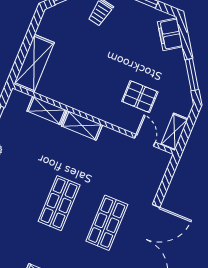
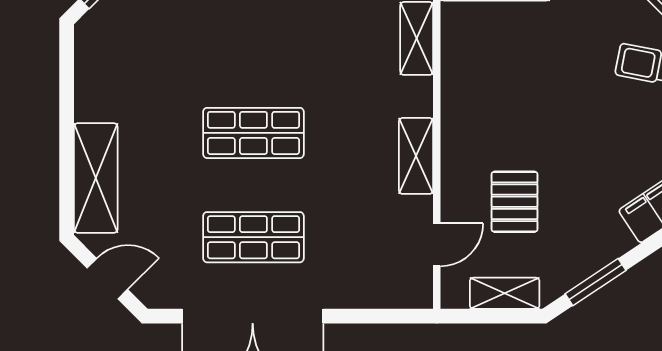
shelving: (82, 125) -> (416, 156), moved
shelving: (174, 132) -> (505, 293), moved

